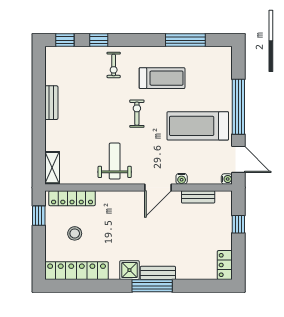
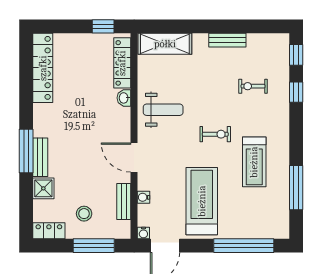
exercise bike: (114, 65) -> (253, 86), moved
window: (238, 107) -> (244, 246), moved
shelving: (52, 168) -> (165, 44), width x1.50, depth x1.33
water cooler: (182, 179) -> (144, 197), moved
washbasin: (104, 197) -> (124, 98), added
window: (238, 224) -> (94, 246), width x2.17
stool: (75, 233) -> (84, 214), moved
shower: (129, 270) -> (43, 188), moved

